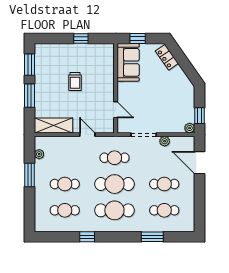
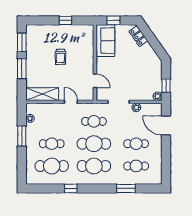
cafe table: (65, 210) -> (52, 166), width x1.37, depth x1.35

